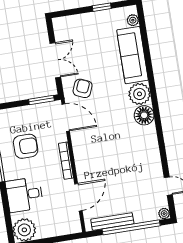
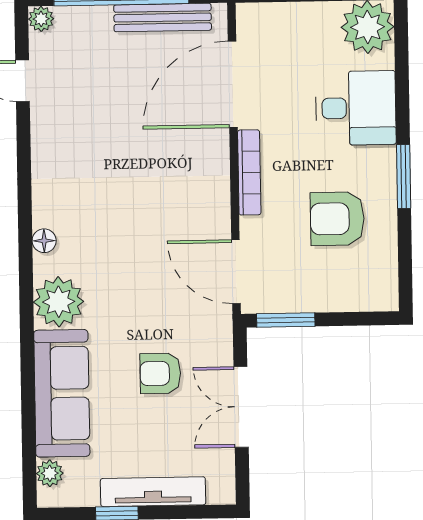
tv unit: (88, 19) -> (153, 492), added
armchair: (83, 88) -> (160, 373), moved, turned 67
floor lamp: (144, 115) -> (44, 241), width x0.53, depth x0.53
door: (78, 197) -> (233, 84), width x1.36

